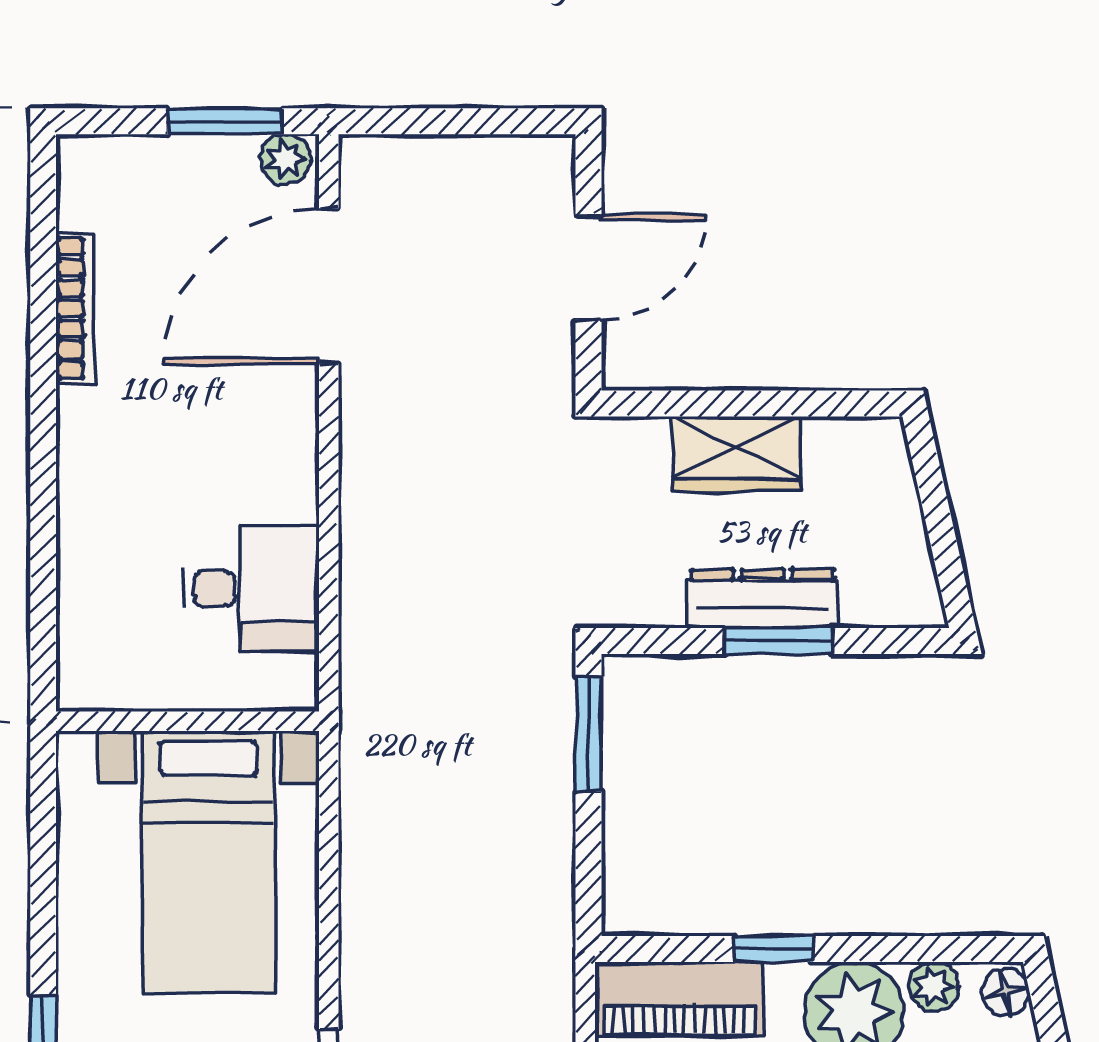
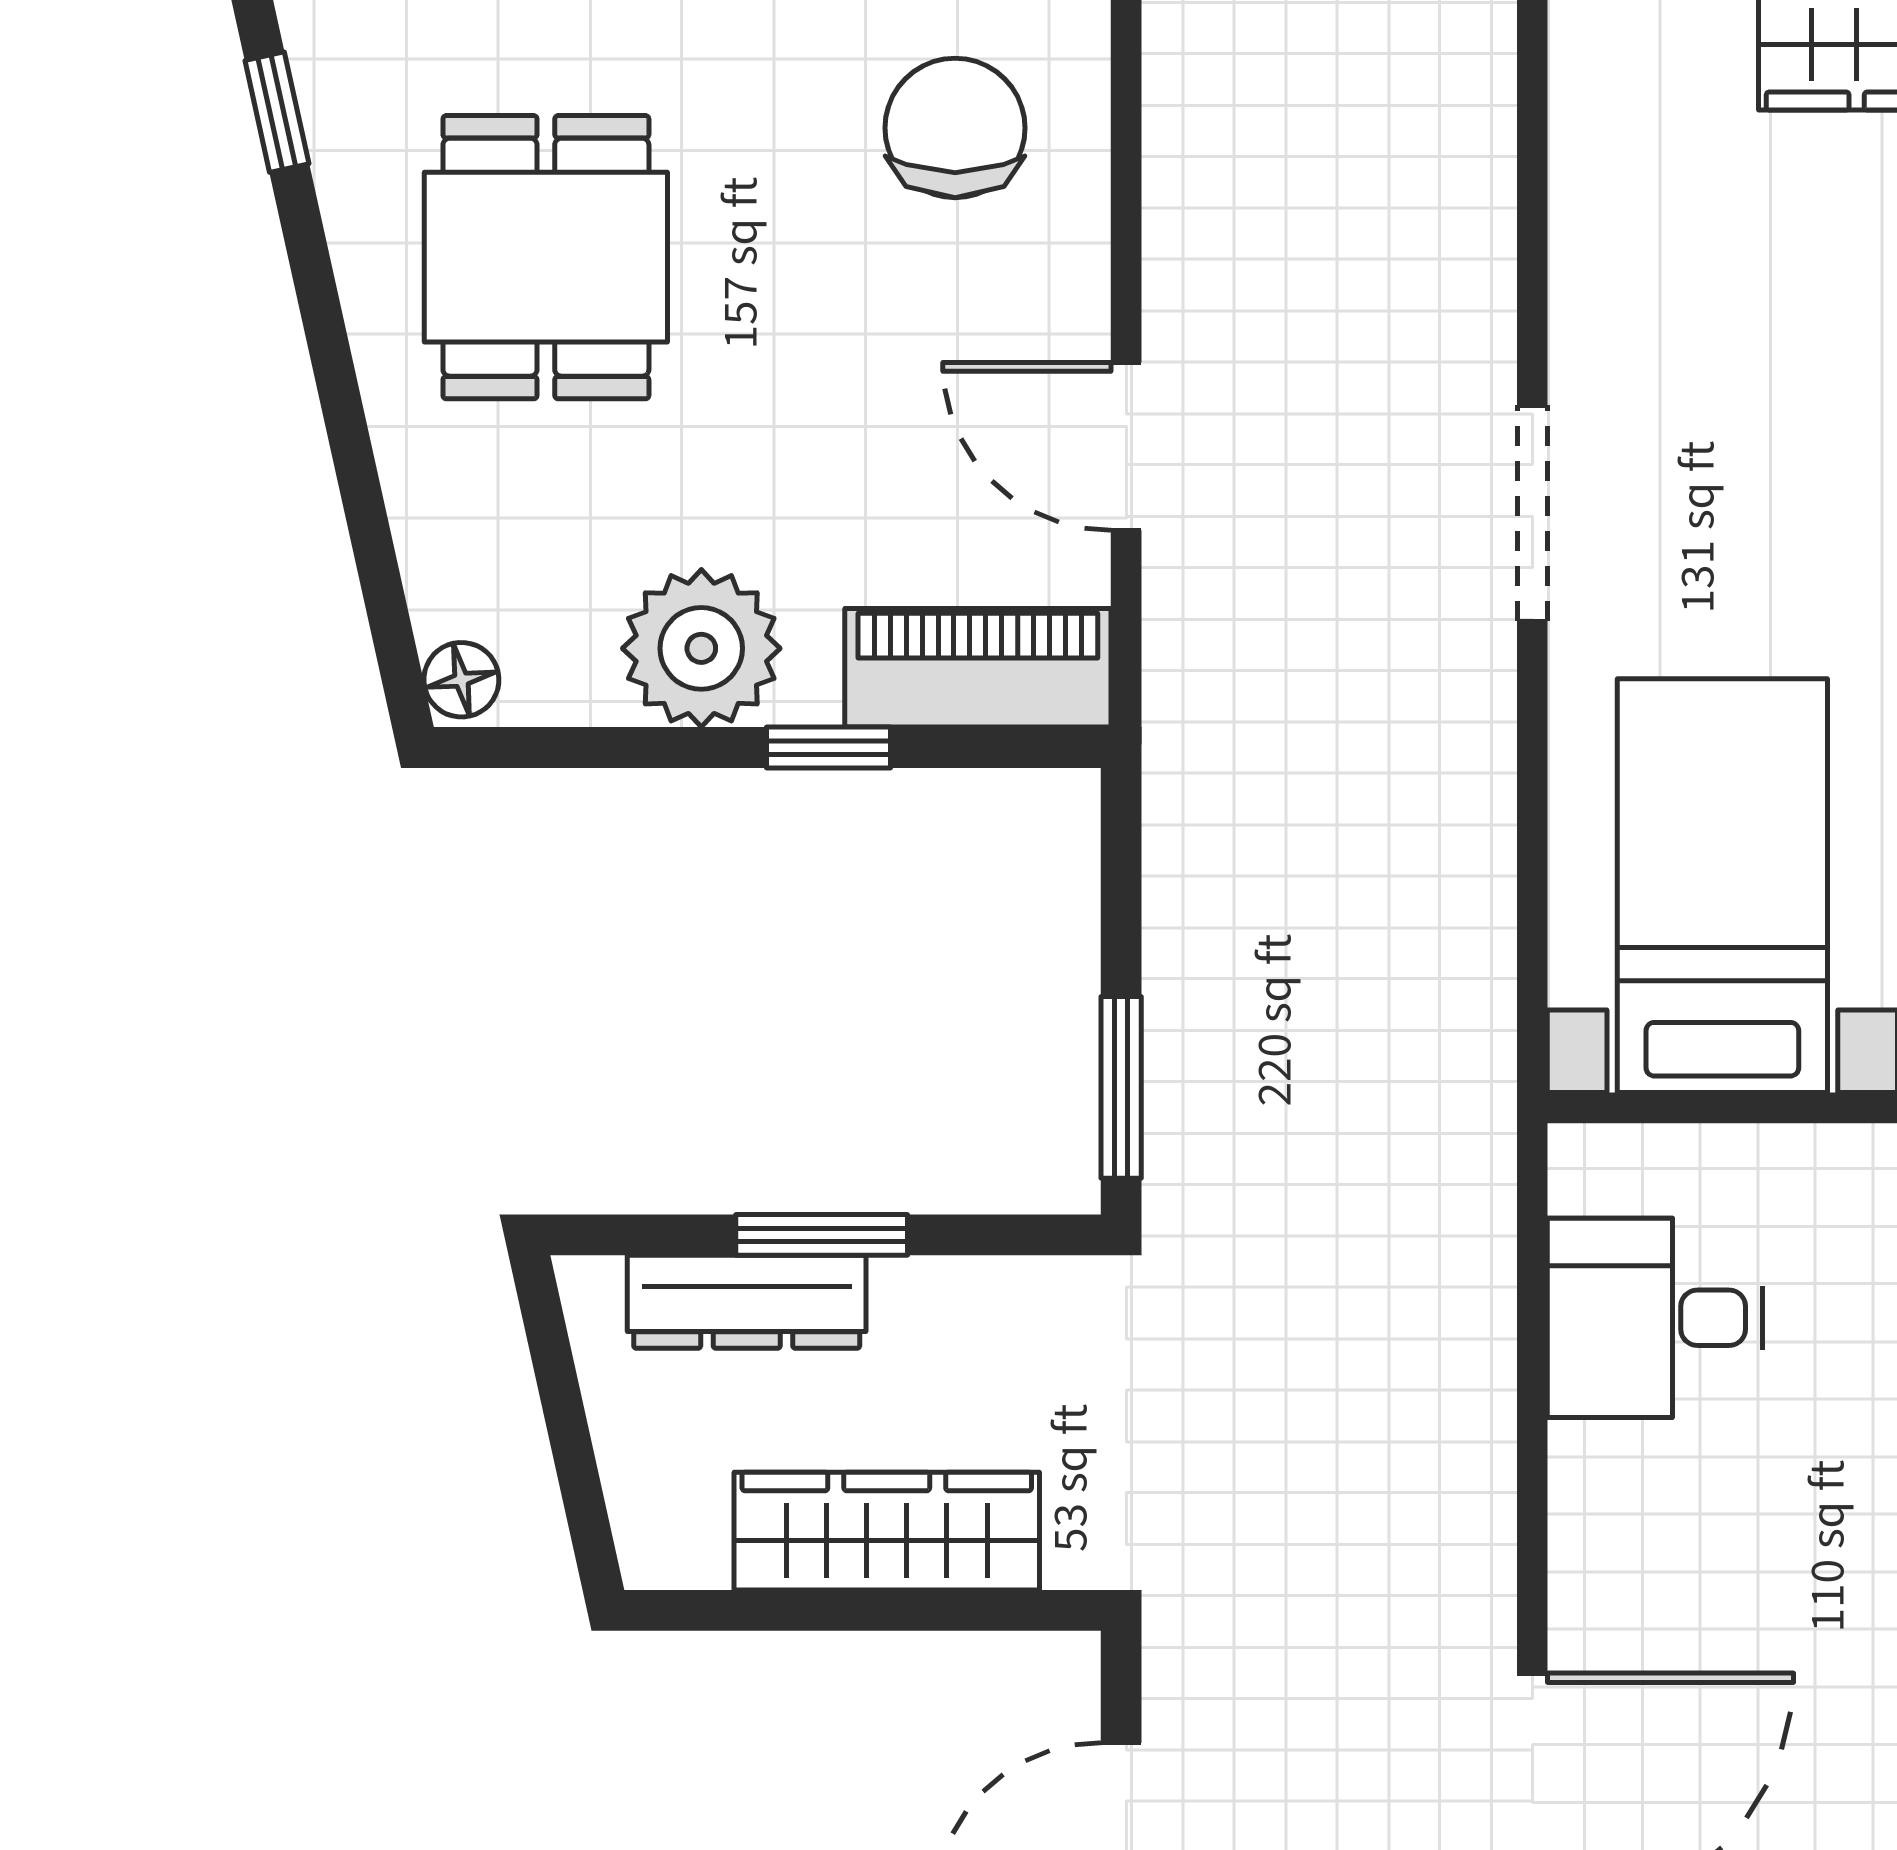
wardrobe: (737, 454) -> (887, 1531), width x1.50
dresser: (763, 599) -> (747, 1302), moved
plant: (934, 987) -> (575, 688), removed

